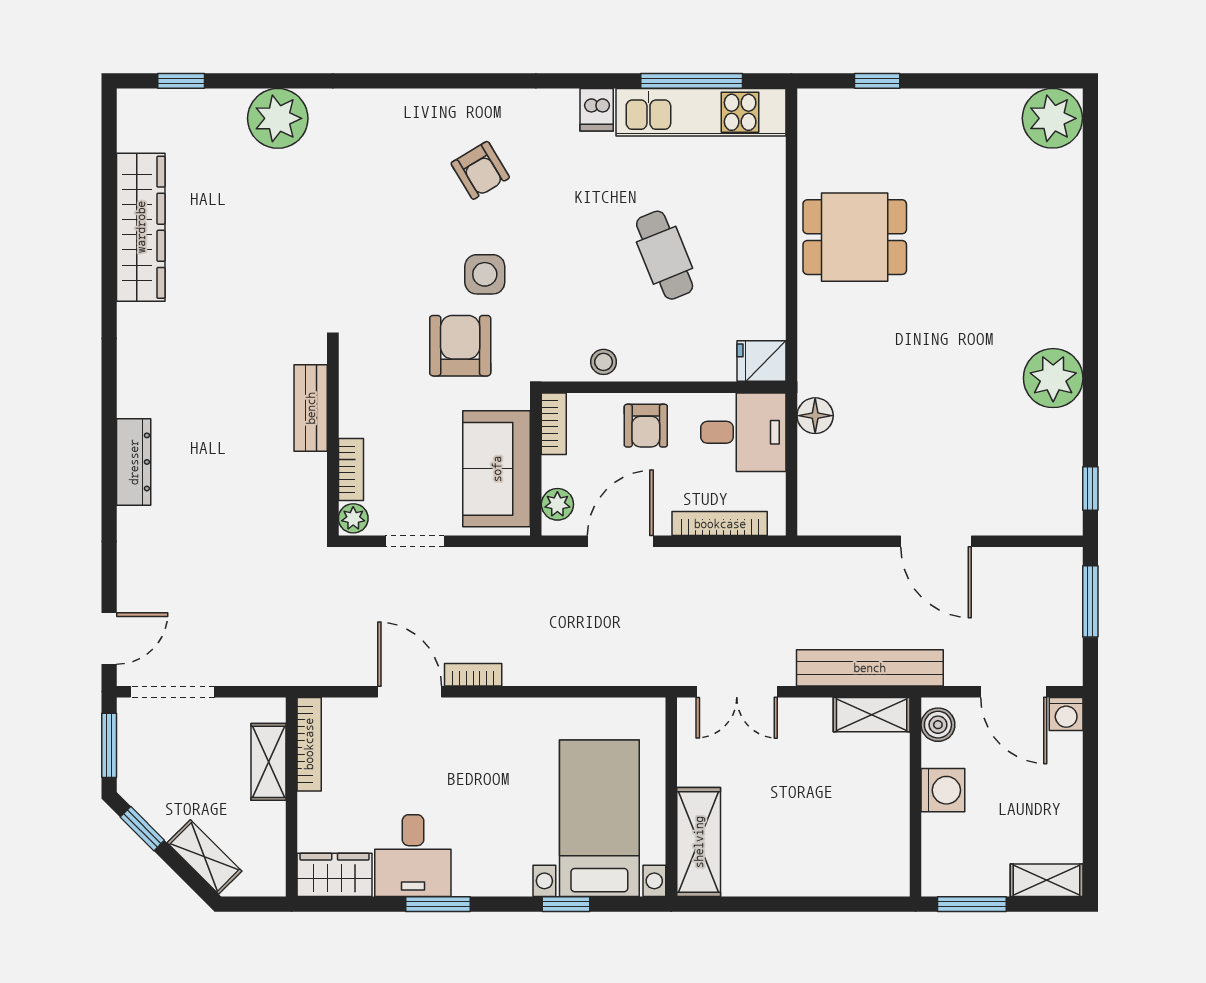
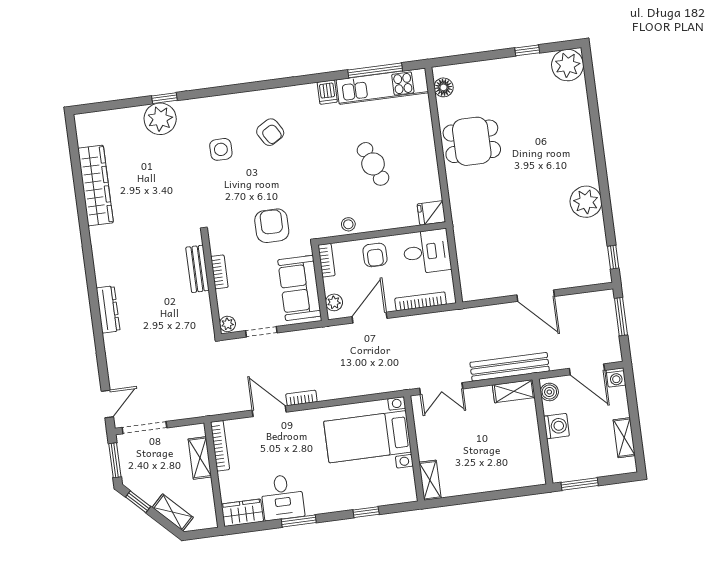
window: (181, 81) -> (164, 98), moved
window: (877, 81) -> (527, 50), moved
side table: (485, 274) -> (221, 149), moved
floor lamp: (815, 416) -> (444, 87), moved
bookcase: (351, 469) -> (219, 272), moved
bed with nightstands: (599, 818) -> (368, 437), moved, turned -90
shelving: (699, 842) -> (430, 480), width x0.67, depth x0.75
shelving: (1047, 880) -> (624, 438), moved, turned 90

